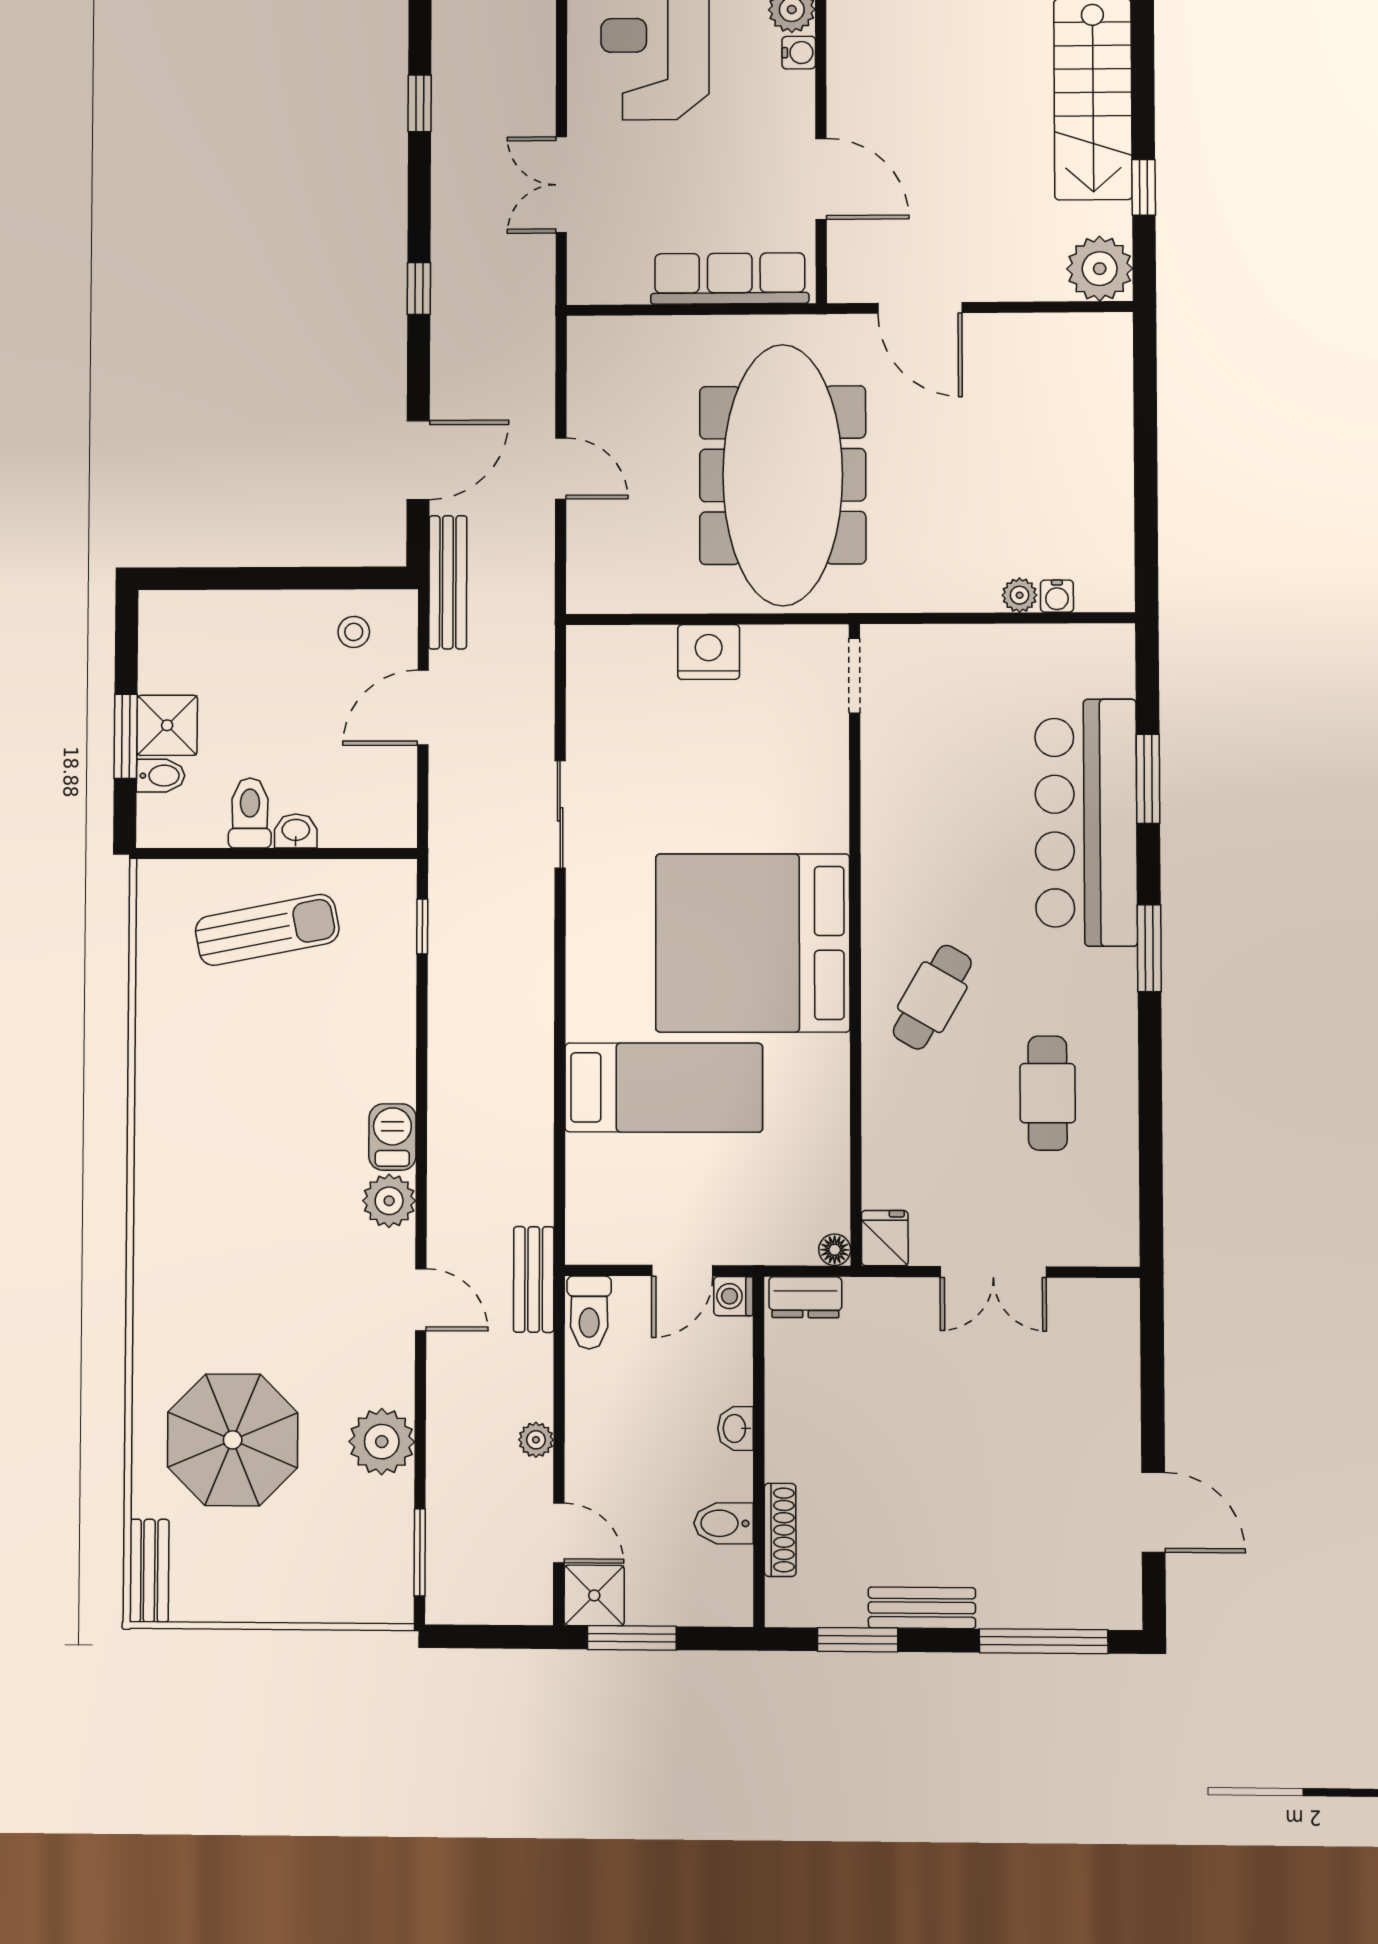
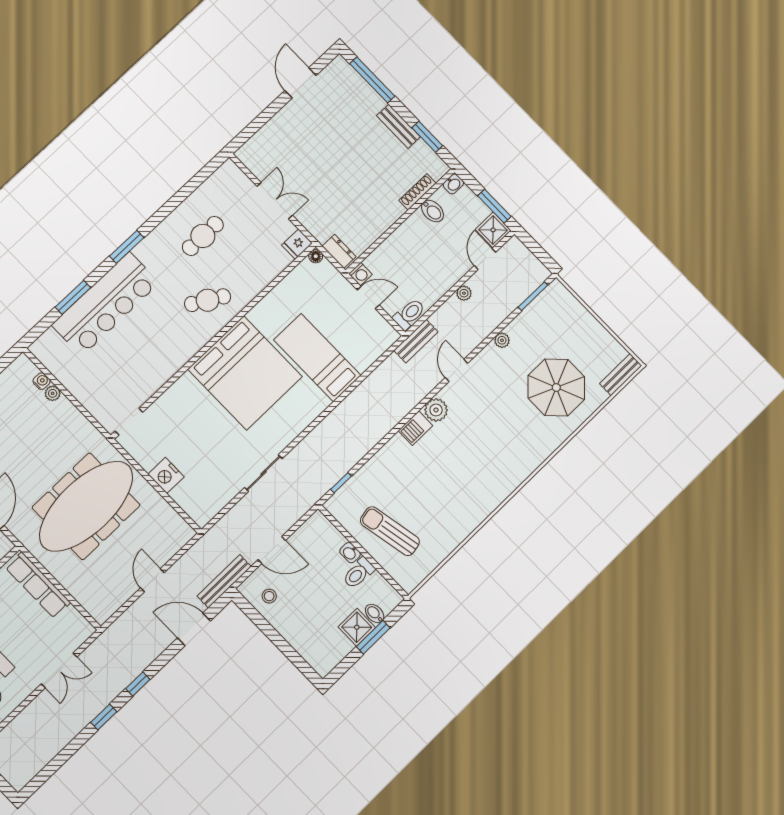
window: (420, 103) -> (104, 717), moved
washbasin: (735, 1428) -> (453, 184), moved
plant: (382, 1442) -> (502, 340), width x0.53, depth x0.53

